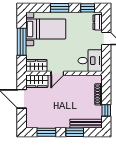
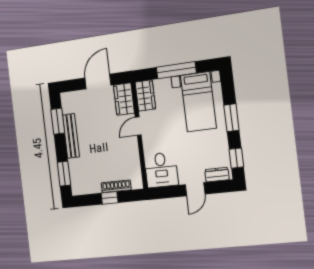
door: (57, 73) -> (138, 126), hinge flipped
window: (106, 110) -> (110, 198), moved
bench: (86, 124) -> (71, 136), moved
window: (75, 132) -> (64, 174), moved

